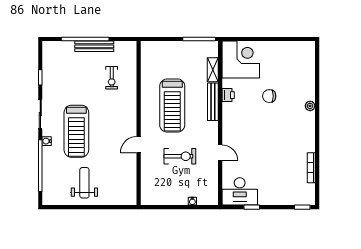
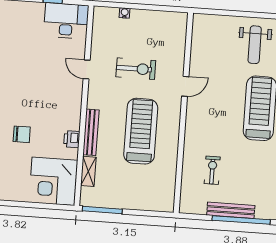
exercise bike: (180, 156) -> (136, 69), turned 180

